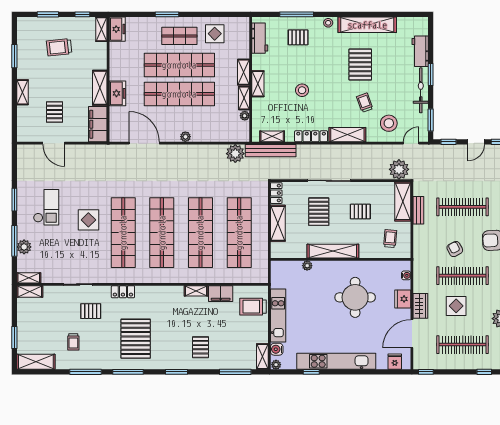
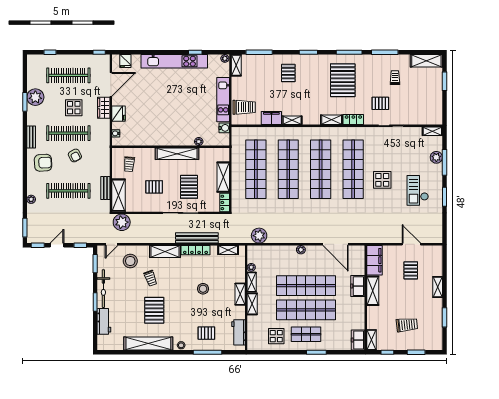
bench: (271, 151) -> (197, 238), moved
shelving: (30, 291) -> (332, 120), moved
round table: (355, 297) -> (159, 115), removed
water cooler: (277, 349) -> (224, 128), moved

